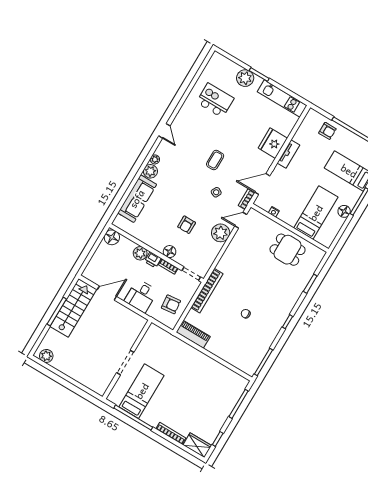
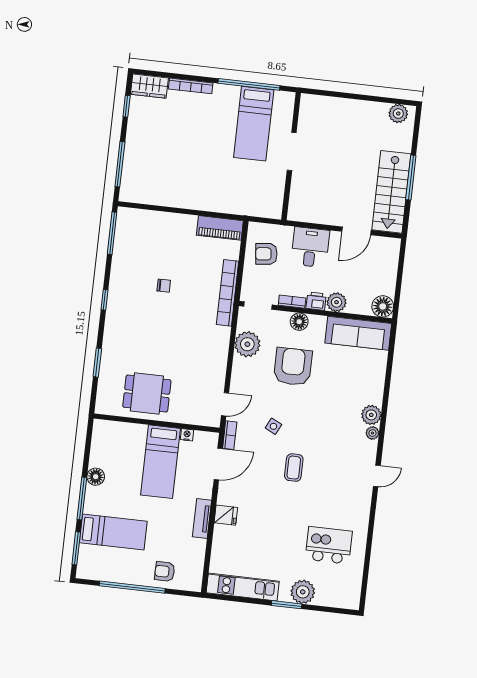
kitchen island: (215, 100) -> (329, 545), turned 180
door: (164, 131) -> (377, 476), swing flipped
fridge: (273, 143) -> (226, 515), width x0.53, depth x0.75
sofa: (137, 199) -> (358, 333), moved, turned -90
bed: (316, 213) -> (161, 462), moved
armchair: (187, 225) -> (293, 367), width x1.88, depth x1.88
plant: (221, 233) -> (247, 344), moved

